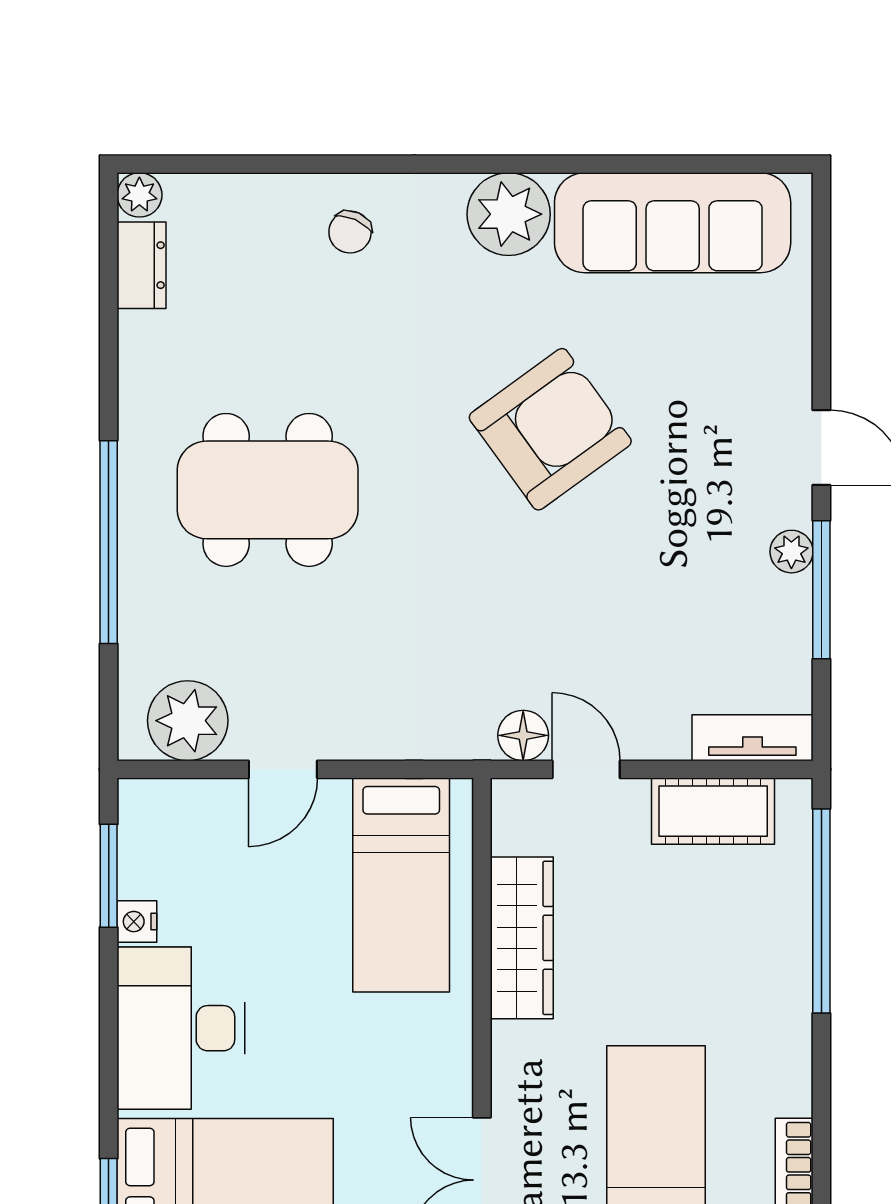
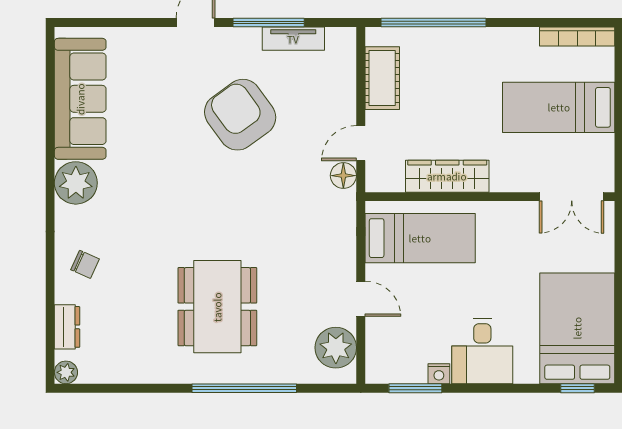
dresser: (142, 265) -> (67, 327), moved, turned 90
armchair: (550, 429) -> (240, 115), moved
plant: (791, 552) -> (249, 38), removed
tv unit: (752, 738) -> (293, 39), moved, turned -90
desk: (181, 1028) -> (482, 351), width x0.73

